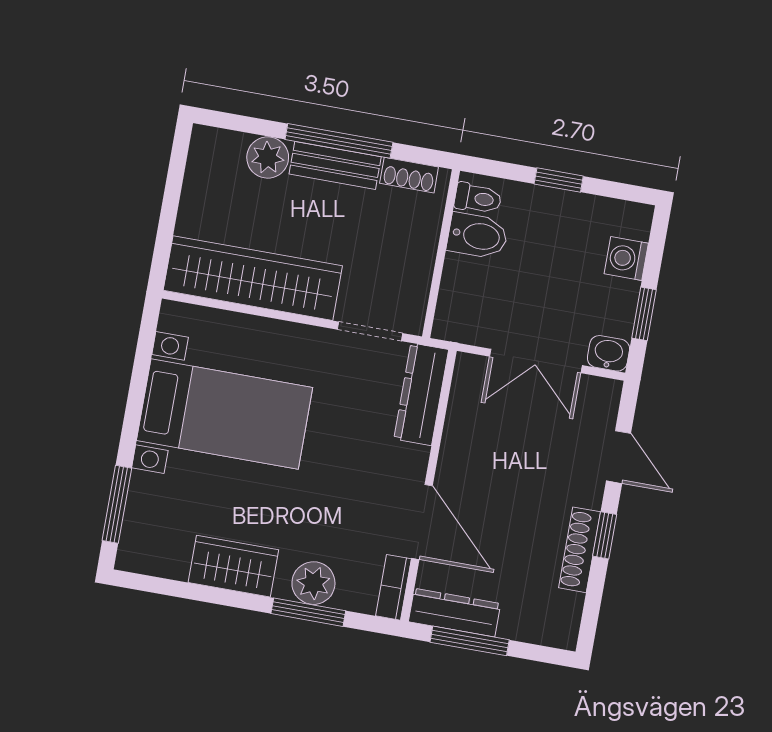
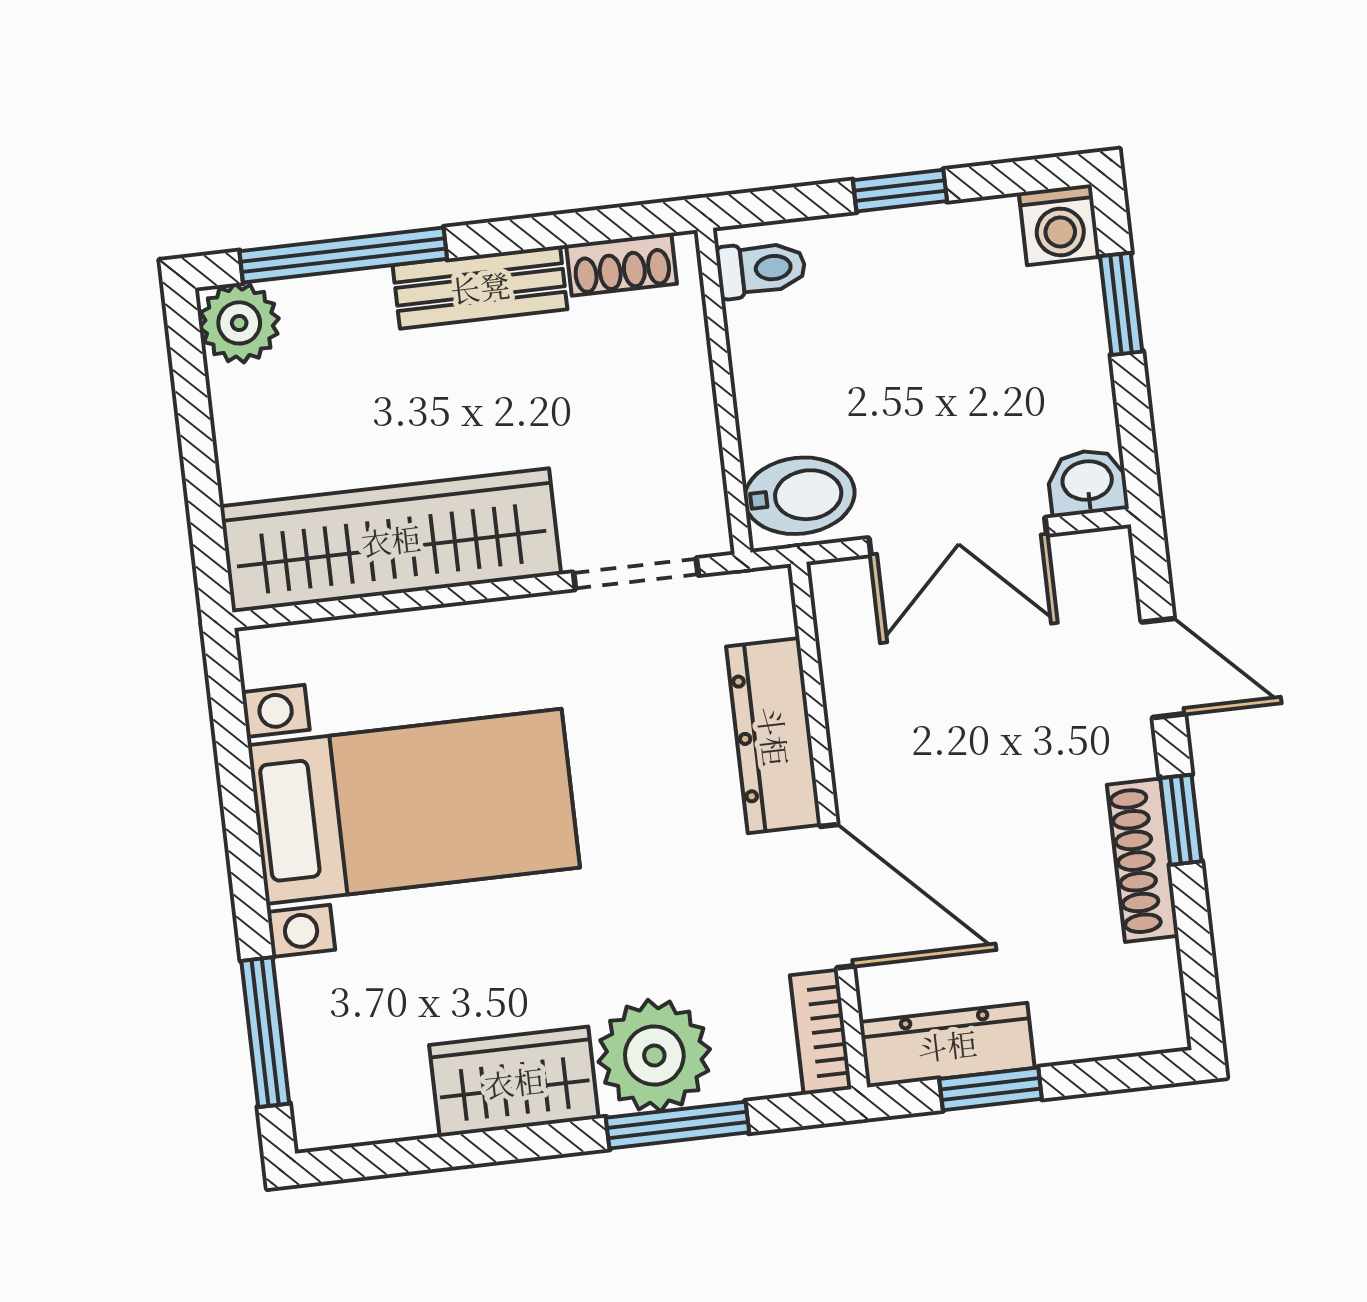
window: (339, 141) -> (343, 255), moved
plant: (268, 158) -> (239, 323), moved
bidet: (478, 236) -> (799, 496), moved
washing machine: (626, 258) -> (1059, 225), moved, turned -90
window: (644, 314) -> (1121, 304), moved
dresser: (421, 394) -> (774, 736), moved
plant: (313, 583) -> (654, 1056), width x1.36, depth x1.36
window: (470, 641) -> (991, 1089), width x0.67

